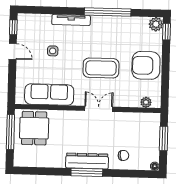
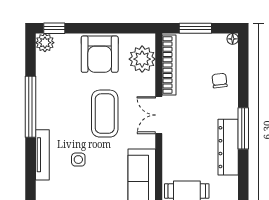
side table: (53, 51) -> (78, 160), moved
plant: (146, 102) -> (142, 59), width x1.87, depth x1.87
bookcase: (136, 118) -> (169, 65), added
dresser: (87, 161) -> (228, 147), moved

